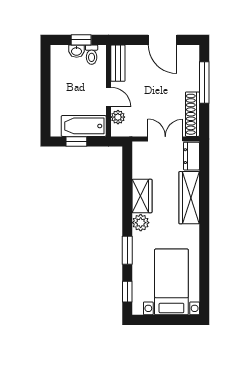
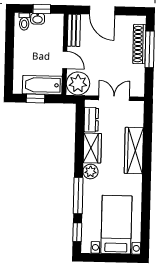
door: (162, 40) -> (102, 10), moved
toilet: (92, 55) -> (24, 22), moved
shoe rack: (192, 114) -> (139, 44), moved
plant: (118, 117) -> (78, 83), width x1.87, depth x1.87
dresser: (191, 156) -> (91, 120), moved, turned 180
window: (127, 250) -> (78, 196), width x1.44

